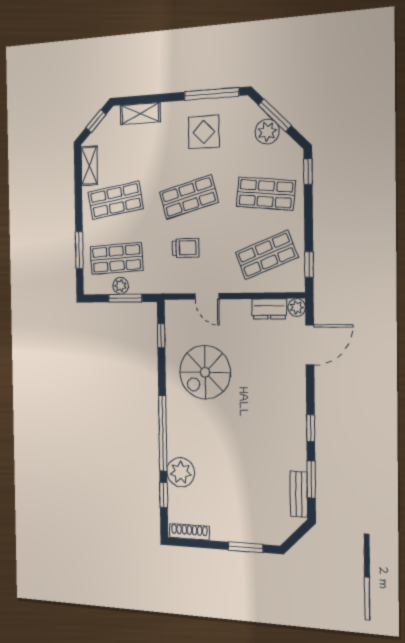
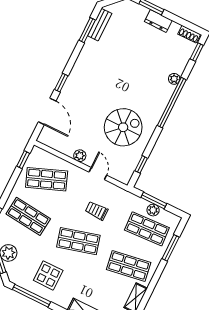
plant: (297, 307) -> (80, 156), moved
dresser: (269, 309) -> (158, 21), moved, turned 180
door: (310, 345) -> (47, 111), swing flipped
window: (311, 428) -> (61, 83), moved
plant: (181, 472) -> (174, 79), width x0.53, depth x0.53
window: (164, 495) -> (197, 52), moved
shoe rack: (189, 532) -> (189, 34), width x0.70

